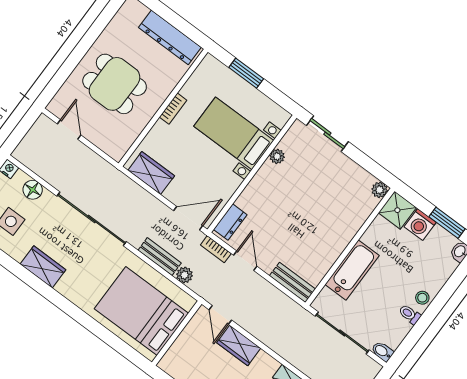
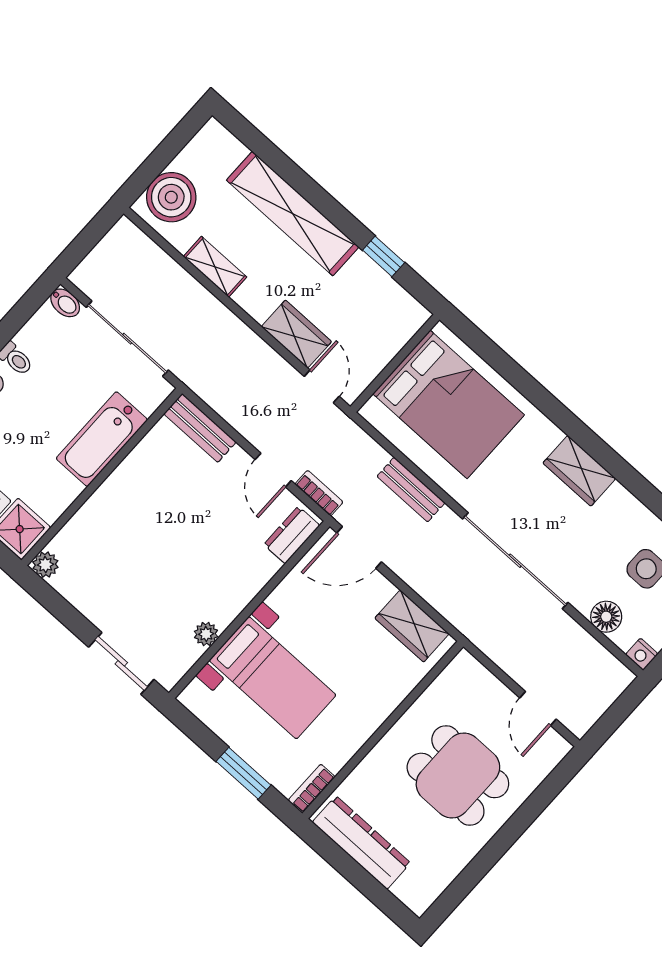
bookcase: (173, 109) -> (312, 789), moved
wardrobe: (43, 267) -> (579, 471), moved
plant: (184, 275) -> (374, 456), removed

